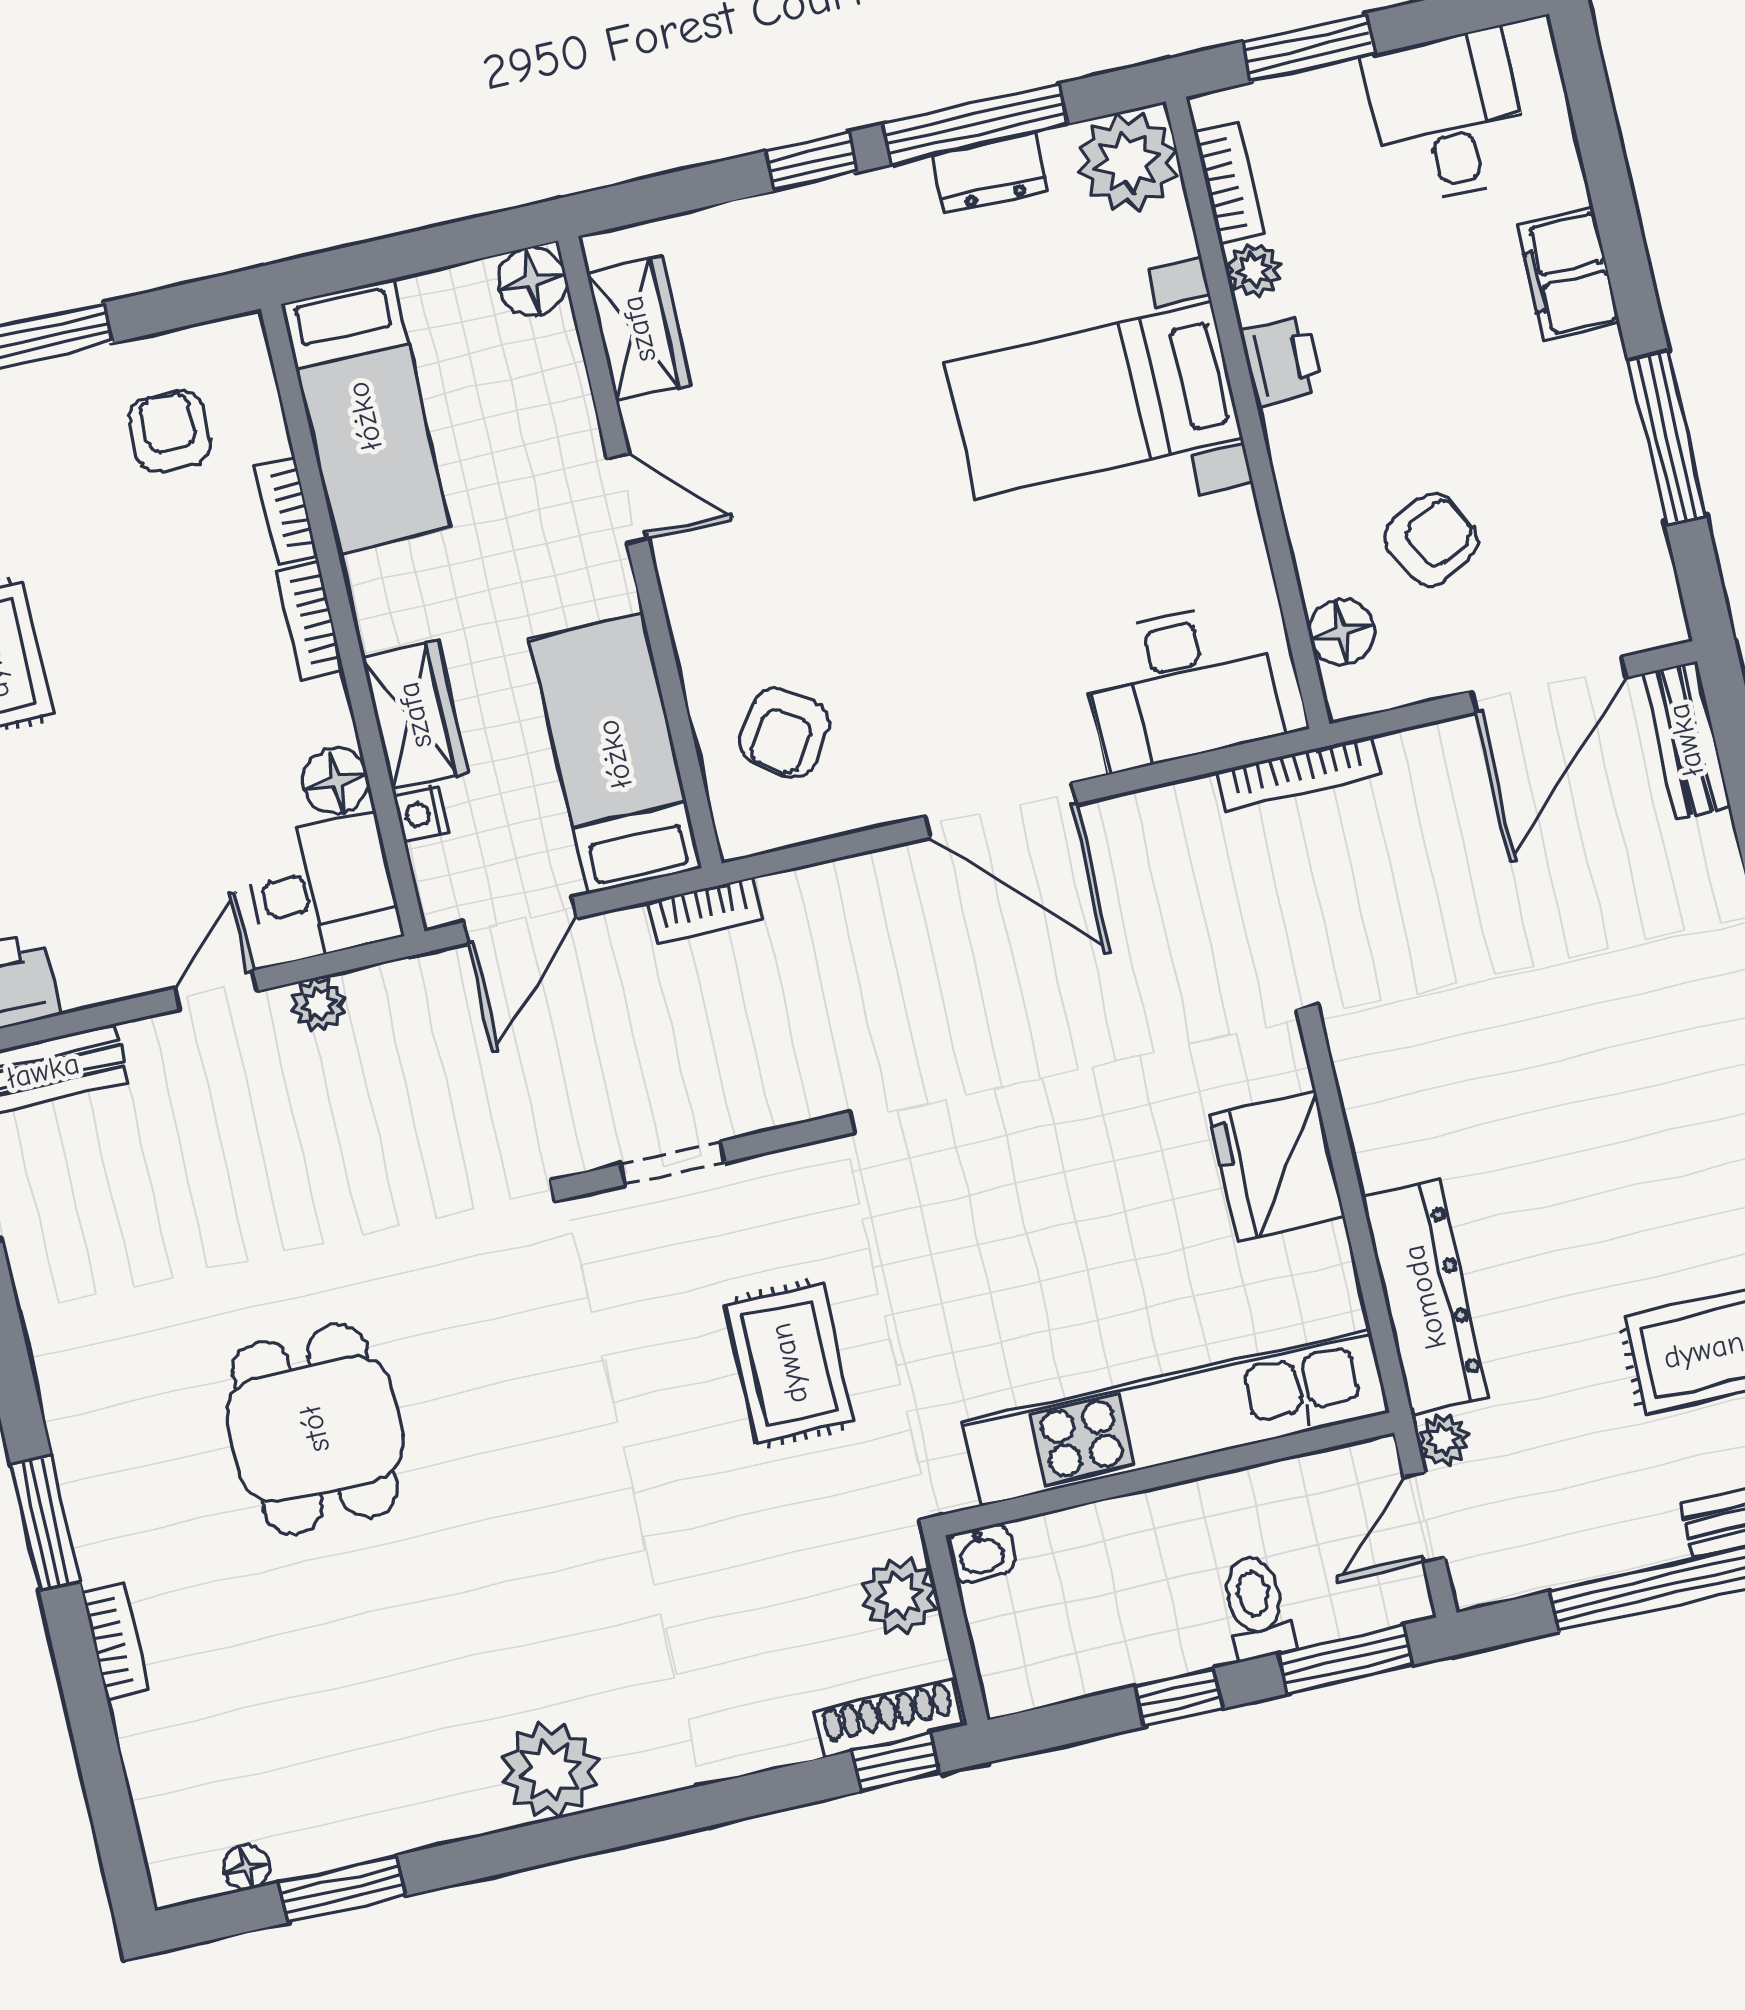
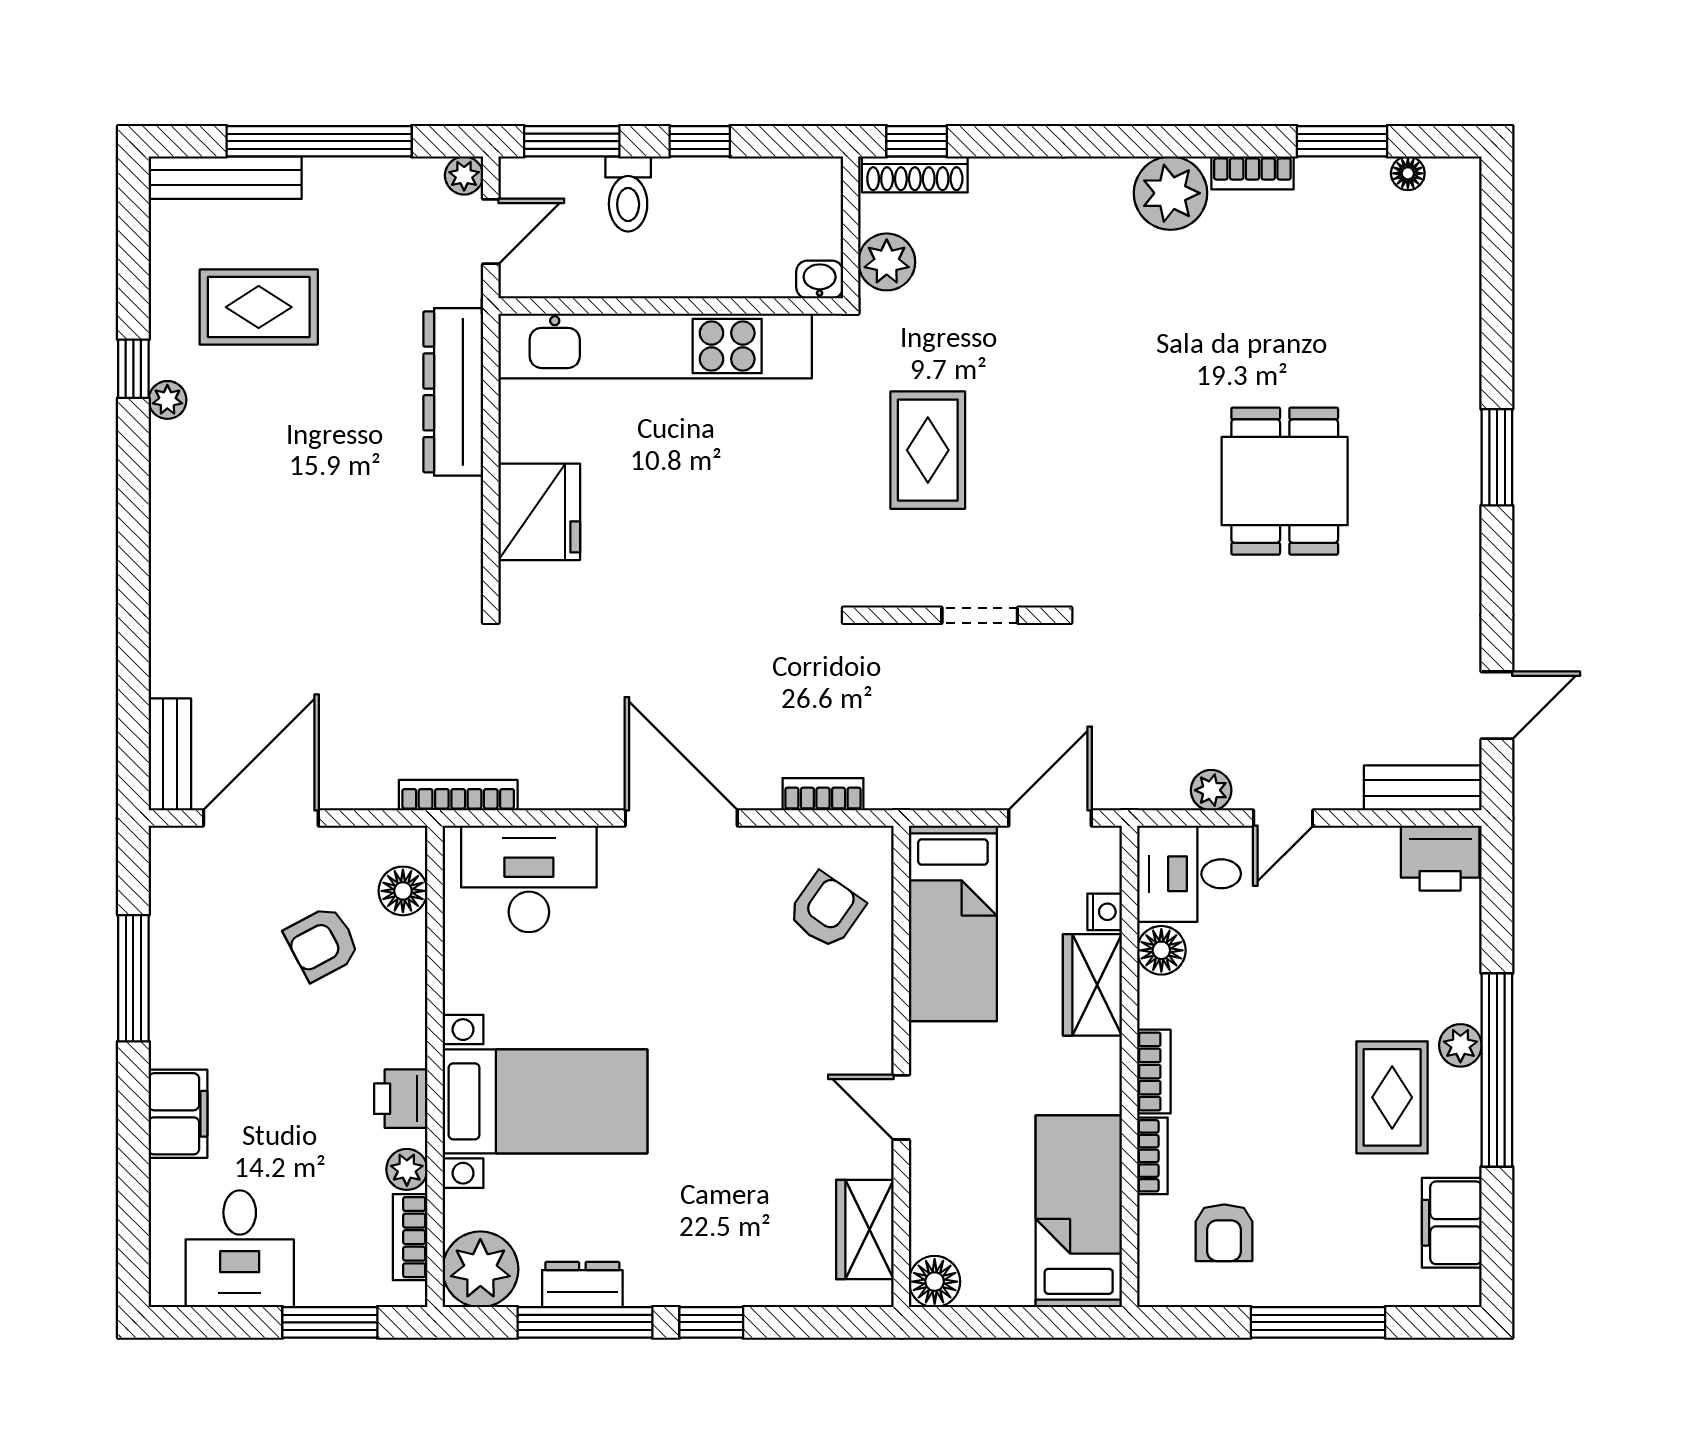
bookcase: (704, 911) -> (823, 794), moved
plant: (1443, 1440) -> (464, 175), moved
bookcase: (116, 1641) -> (1252, 173), moved, turned -90

